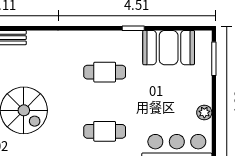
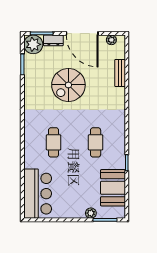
plant: (204, 113) -> (91, 213), moved

